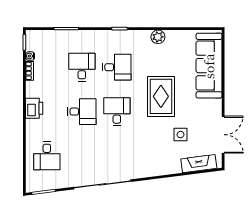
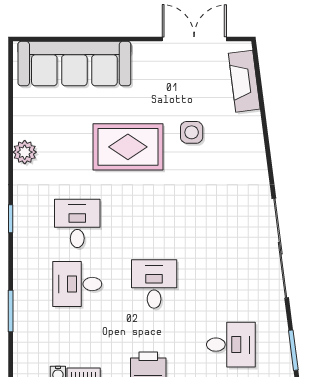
desk: (117, 112) -> (154, 223), removed
side table: (181, 135) -> (192, 132), moved

